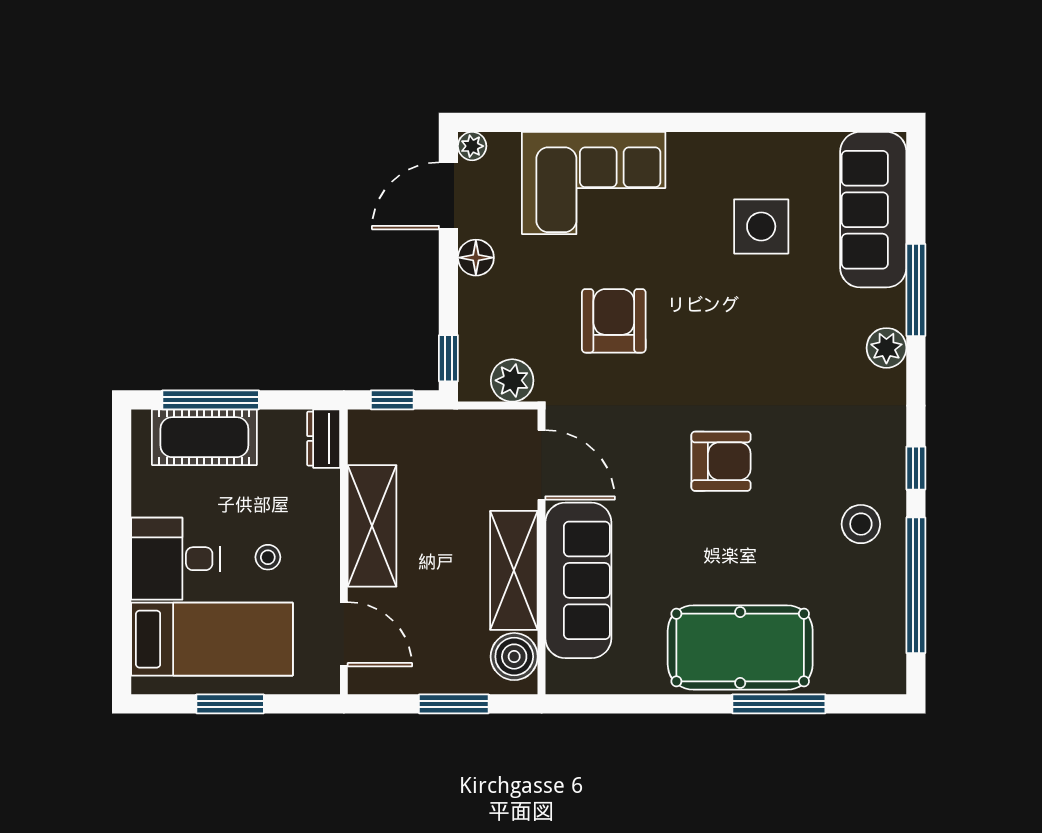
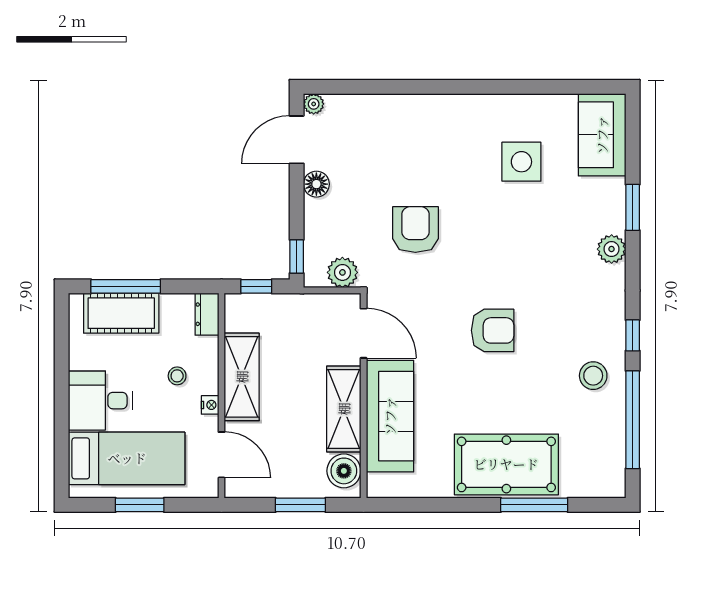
corner sofa: (594, 183) -> (401, 131), removed
sofa: (873, 210) -> (602, 135), width x0.73
window: (916, 290) -> (633, 207), width x0.69
stool: (268, 557) -> (177, 376), moved
nightstand: (328, 565) -> (210, 405), added

